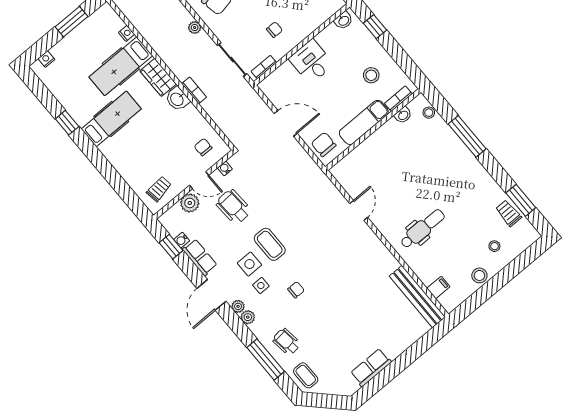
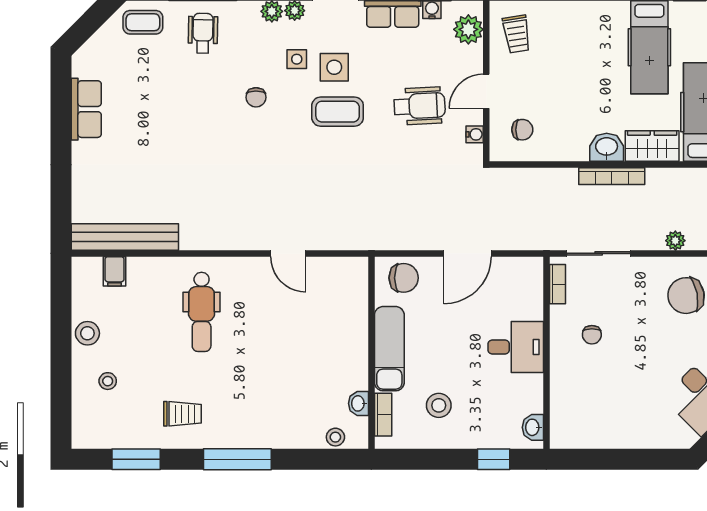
bookcase: (194, 90) -> (612, 176), width x1.56
window: (467, 136) -> (237, 459), moved
plant: (190, 203) -> (468, 29), moved
trolley: (508, 213) -> (182, 414), moved
wheelchair: (286, 342) -> (203, 33), turned -82

